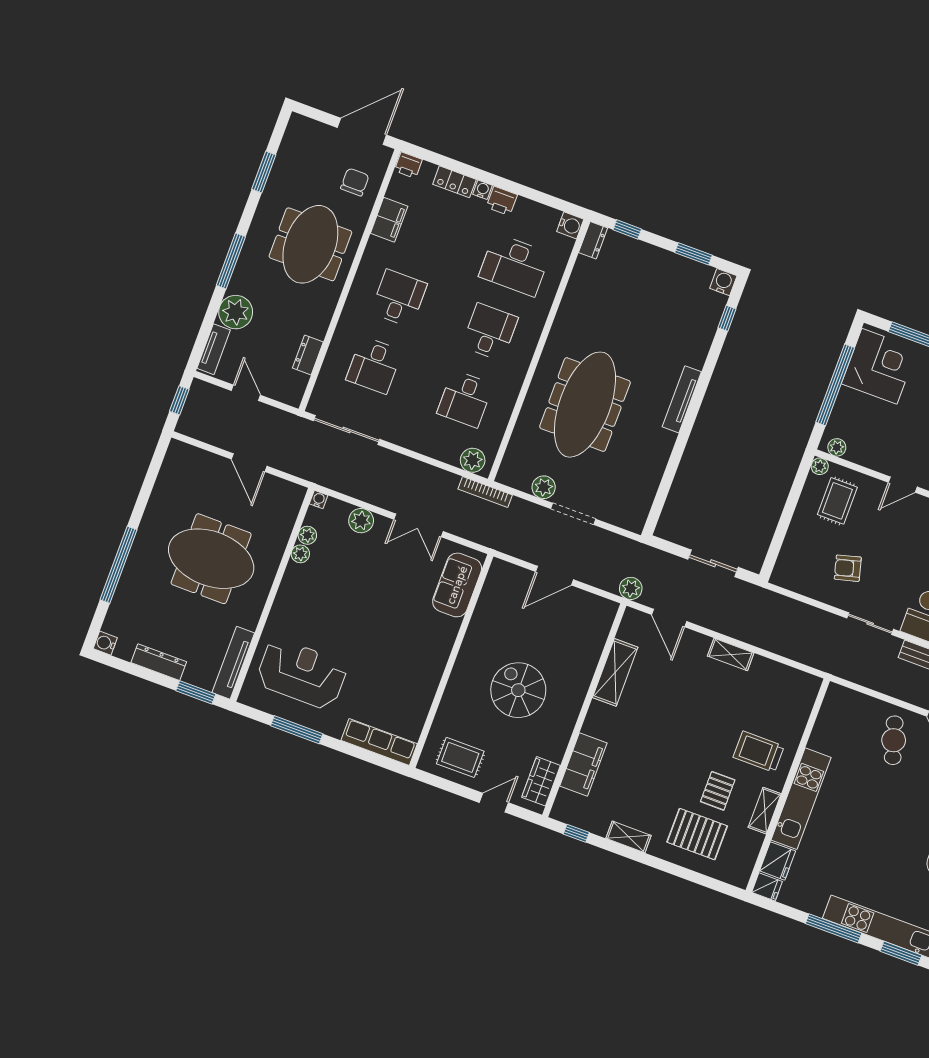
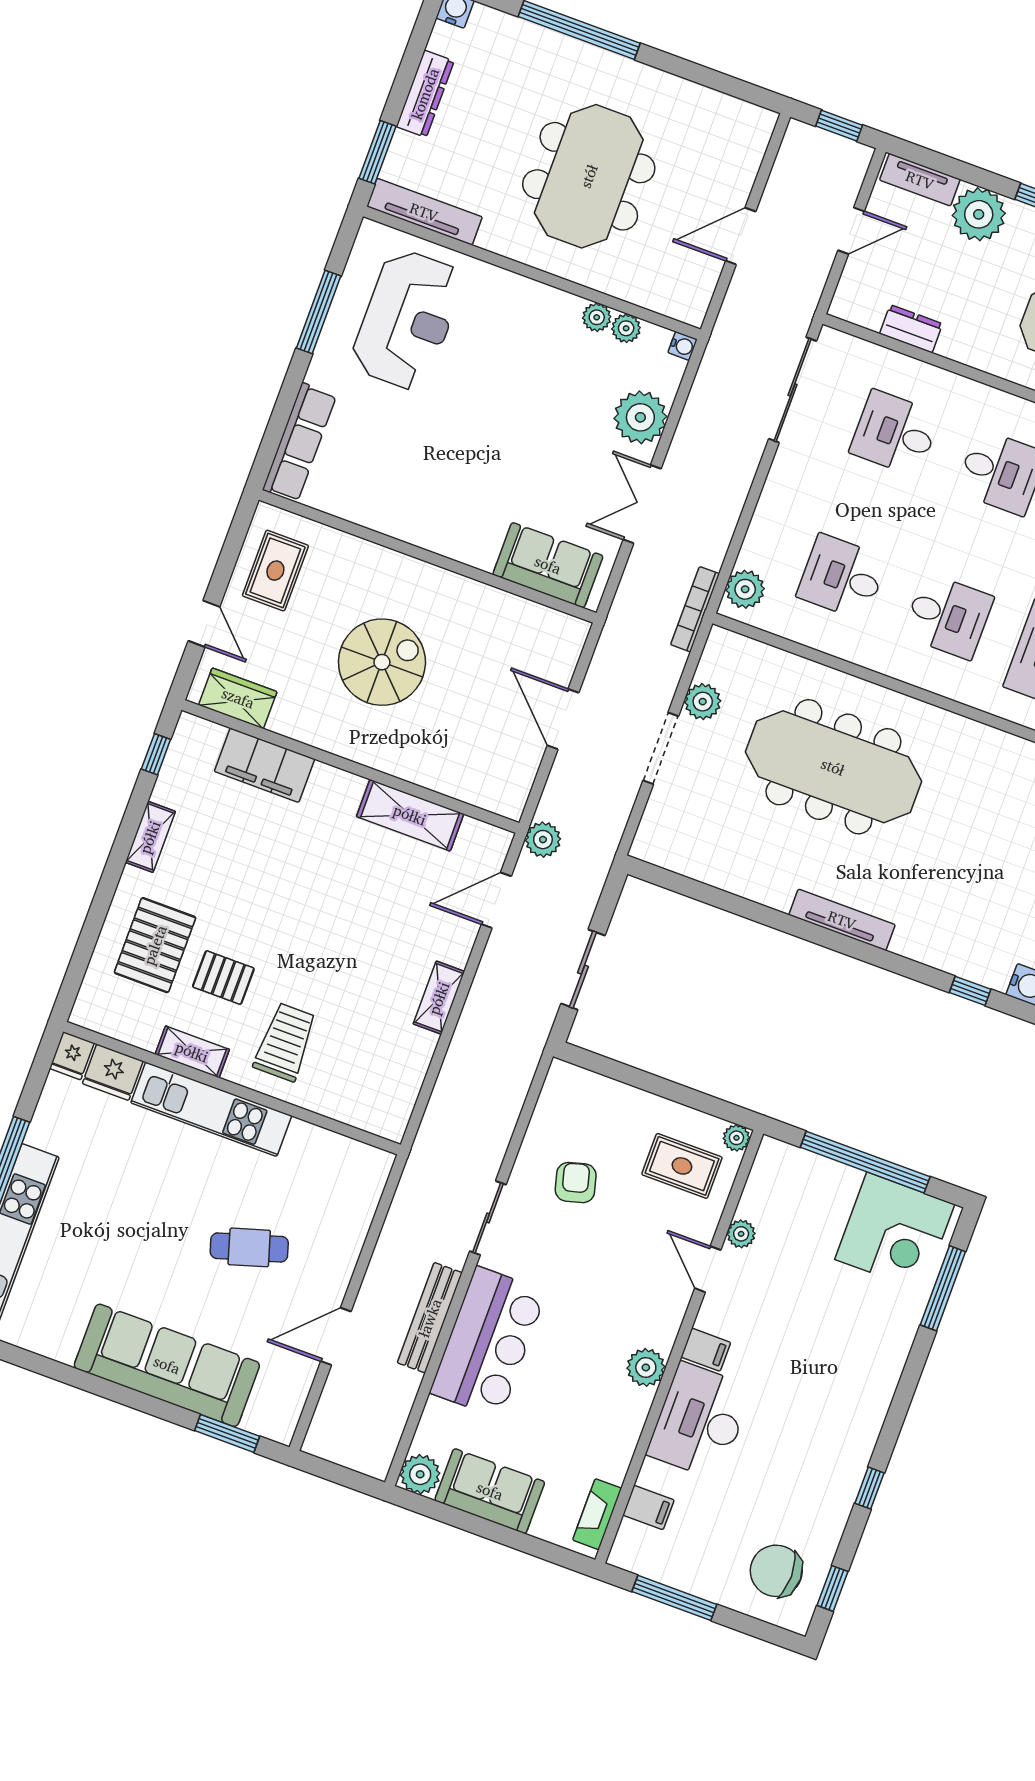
plant: (837, 447) -> (741, 1234), moved
plant: (361, 521) -> (640, 417), width x1.36, depth x1.36
cafe table: (894, 740) -> (249, 1247), moved

